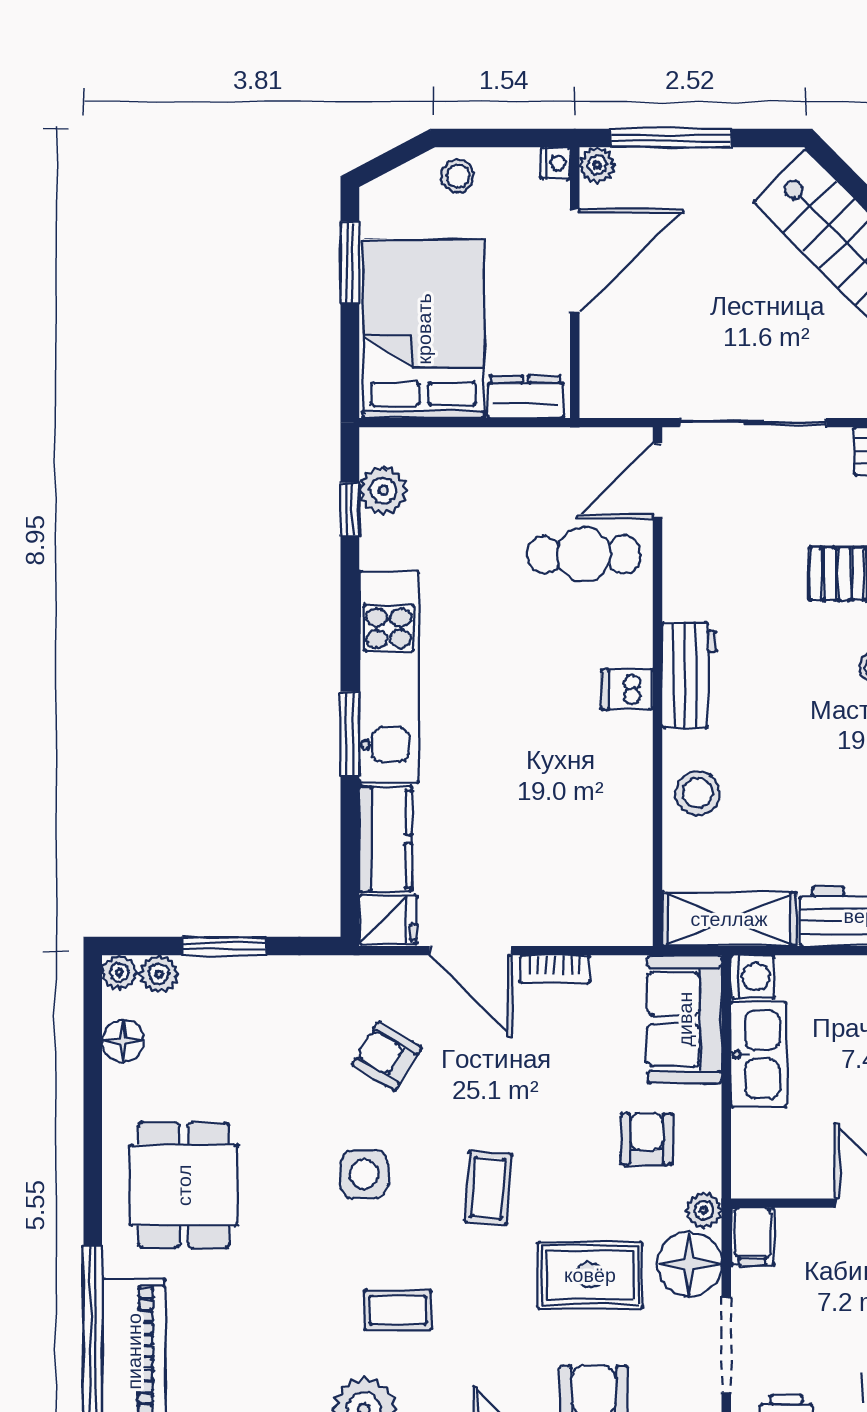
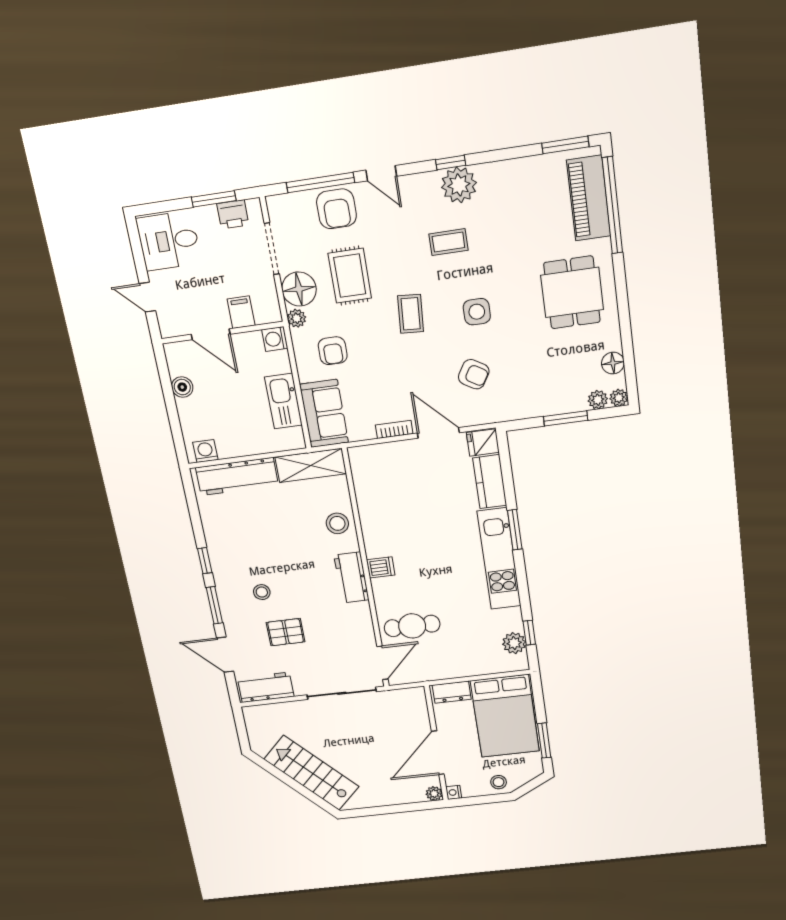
window: (671, 138) -> (402, 808), removed
washing machine: (752, 977) -> (275, 339), moved
filing cabinet: (752, 1236) -> (241, 312), moved
rug: (590, 1275) -> (350, 276), turned 90

